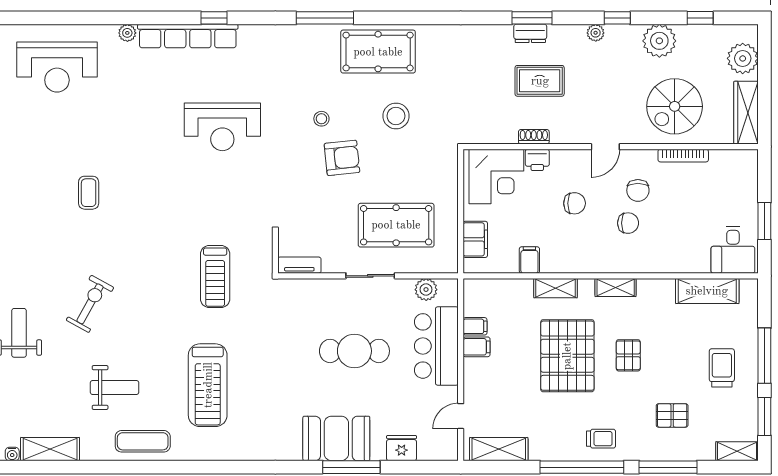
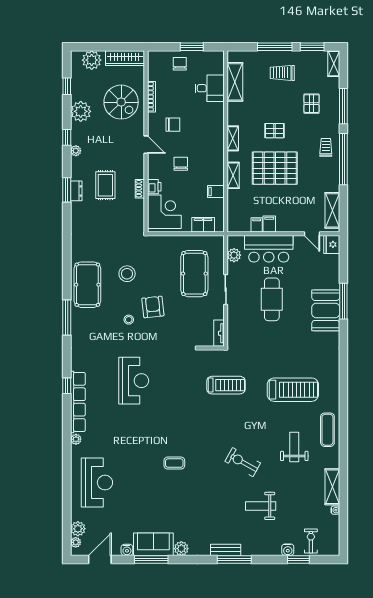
chair: (628, 223) -> (180, 64), moved
desk: (733, 250) -> (210, 88), moved
fridge: (402, 448) -> (332, 244), moved

